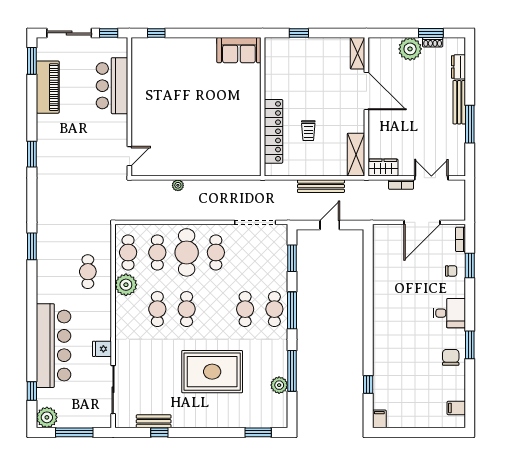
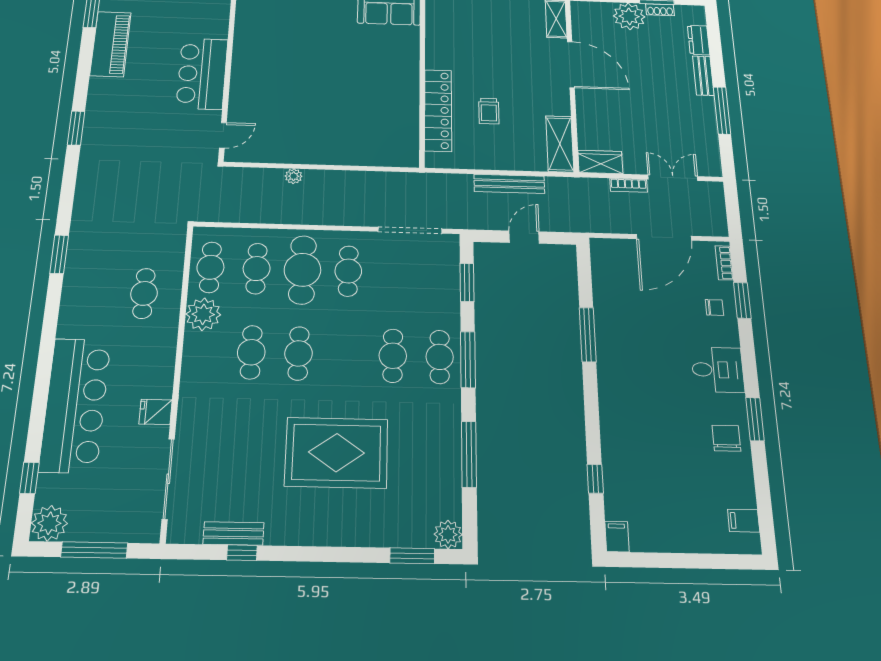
bar counter: (112, 86) -> (202, 74), moved
bench: (459, 102) -> (703, 76), width x0.73
window: (368, 292) -> (588, 335), added
plant: (279, 385) -> (448, 534), moved

